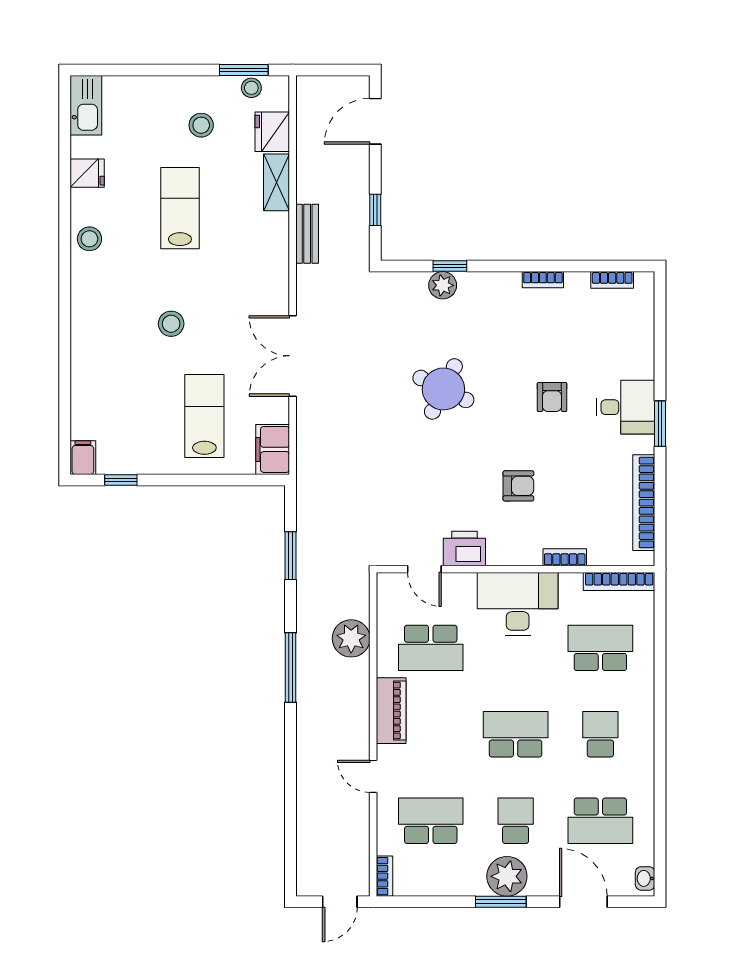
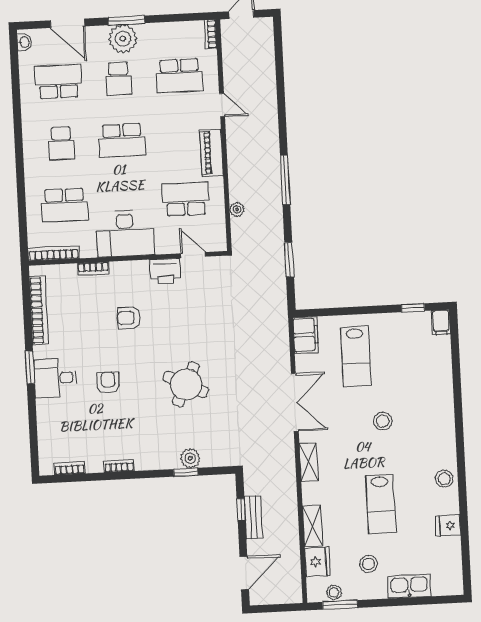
kitchen sink: (86, 105) -> (409, 586), moved, turned 90
bench: (307, 234) -> (253, 517), moved
shelving: (277, 271) -> (309, 462), added
plant: (351, 638) -> (237, 209), width x0.53, depth x0.53

